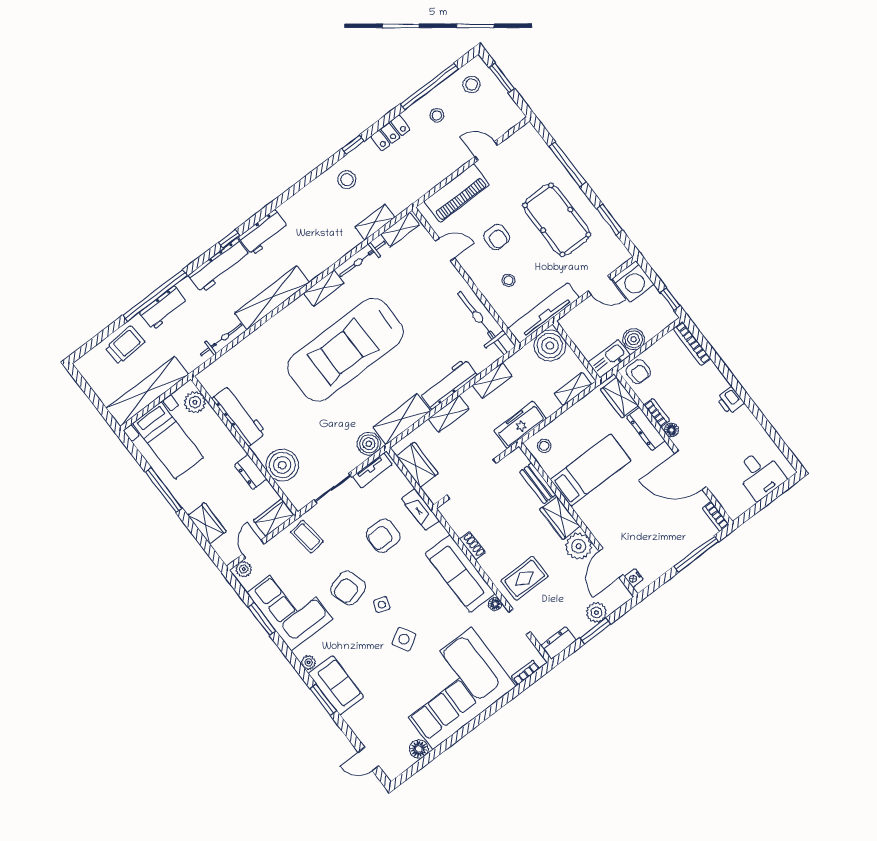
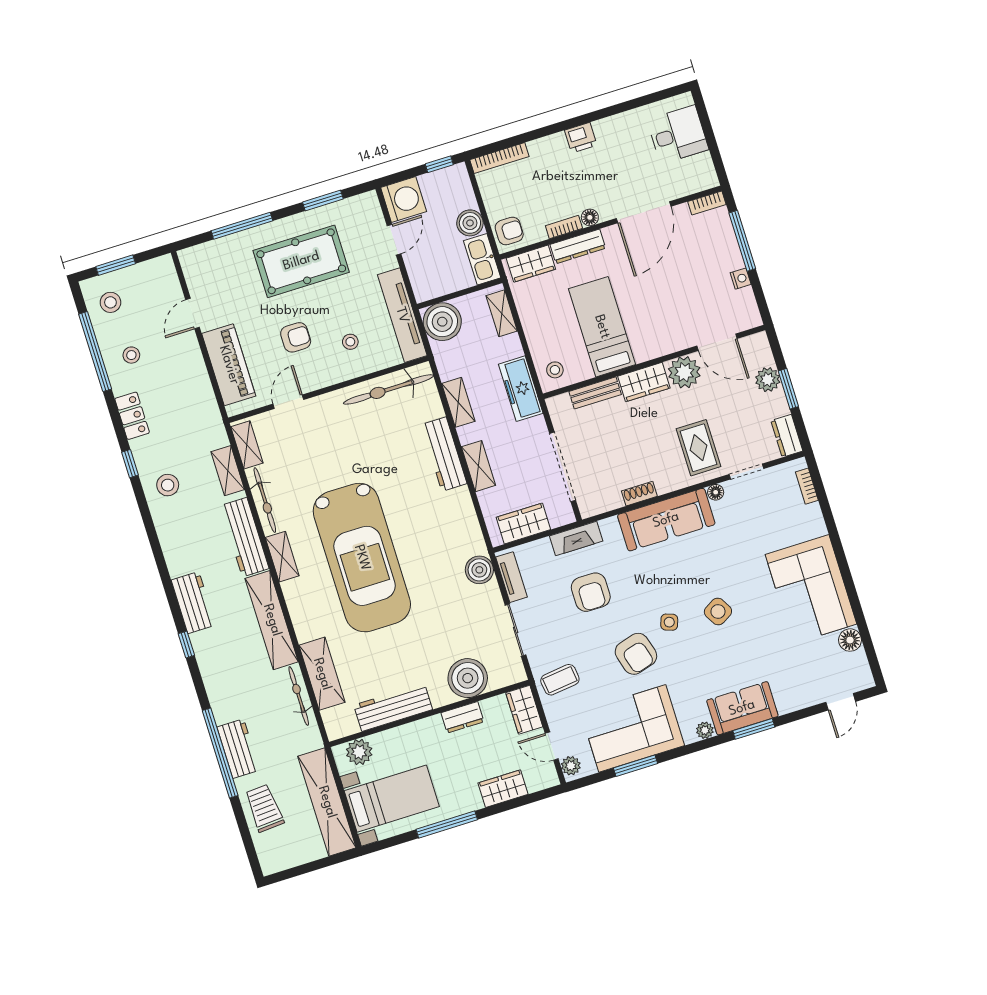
workbench: (219, 266) -> (245, 537), moved, turned 180
shelving: (402, 419) -> (322, 674), moved
nightstand: (634, 578) -> (741, 279), moved, turned -90
corner sofa: (452, 688) -> (811, 589), width x0.73, depth x0.74

